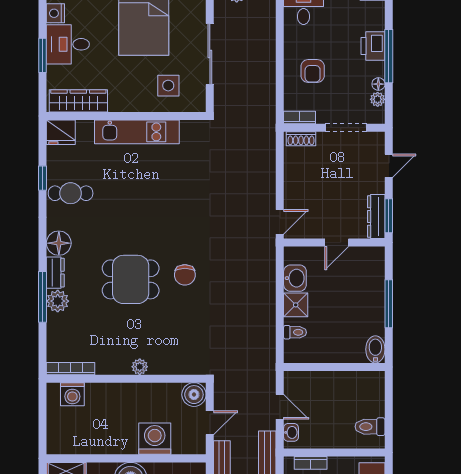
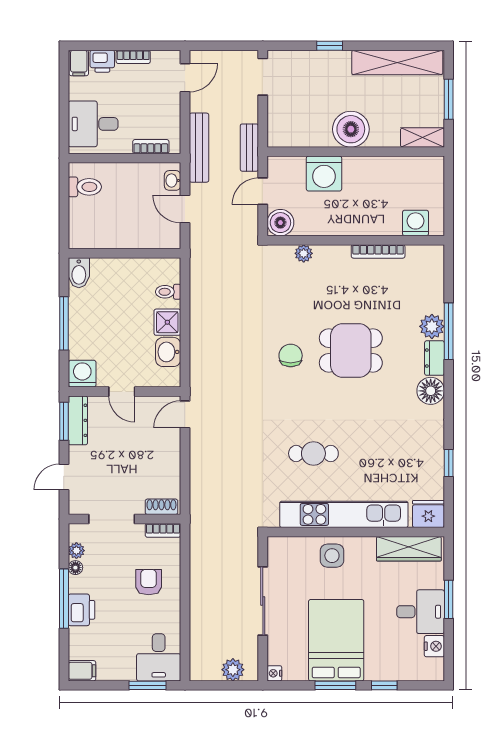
side table: (168, 86) -> (332, 556), moved
kitchen unit: (137, 132) -> (344, 514), width x1.36
cafe table: (71, 193) -> (313, 453), moved
door: (337, 243) -> (122, 391), swing flipped
washing machine: (372, 259) -> (82, 374), added
plant: (140, 367) -> (304, 253), moved
bookcase: (71, 369) -> (378, 251), moved

